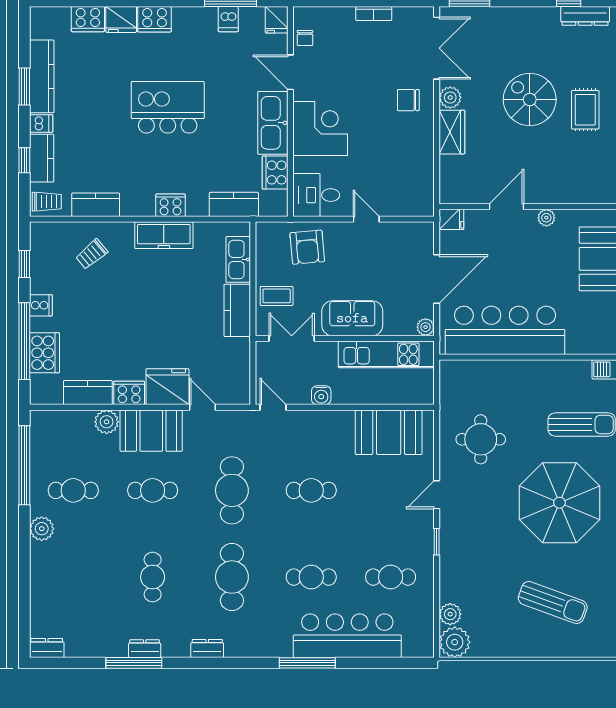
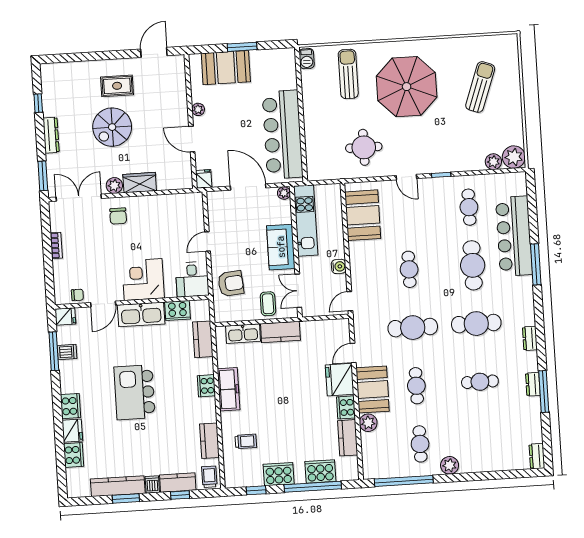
dresser: (585, 16) -> (51, 135), moved
trolley: (92, 254) -> (246, 441), turned -50
cooker: (41, 305) -> (279, 474), width x1.87, depth x1.31
cafe table: (311, 577) -> (473, 265), width x1.37, depth x1.35

